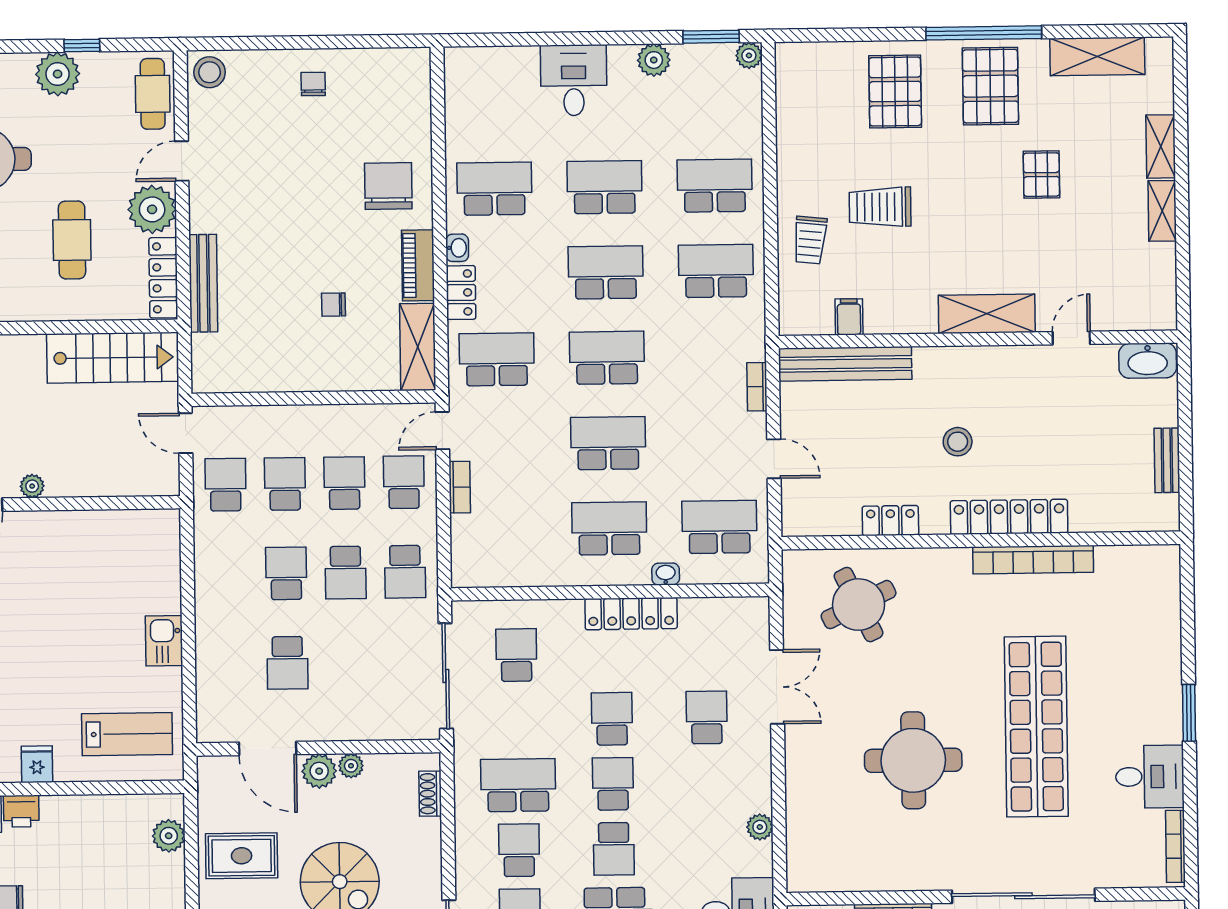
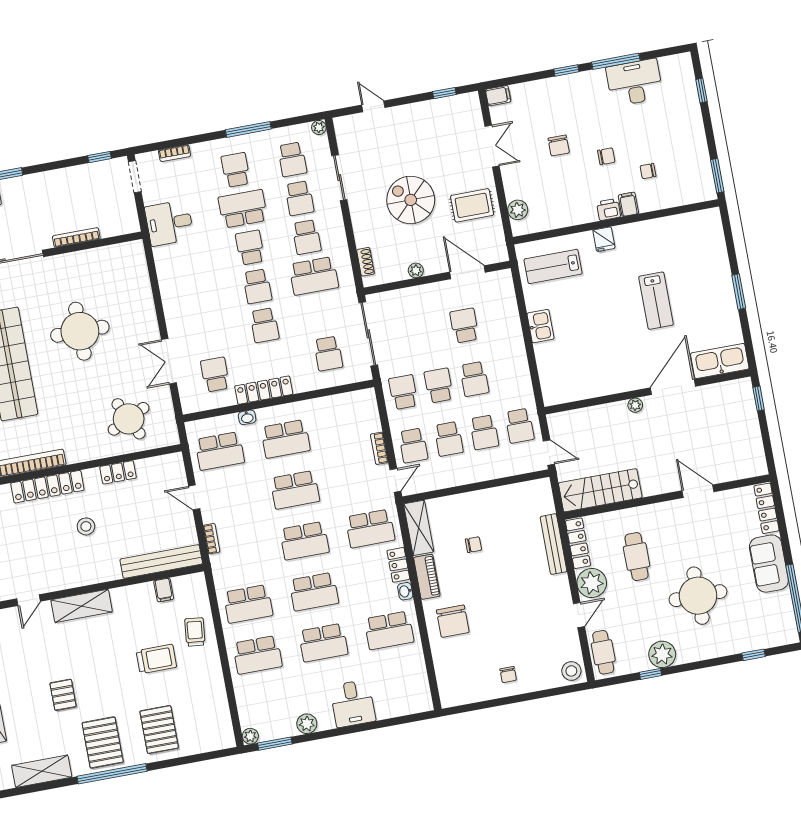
school desk: (707, 717) -> (215, 375), moved, turned 180
plant: (319, 771) -> (434, 264), removed
plant: (760, 827) -> (165, 276), removed

